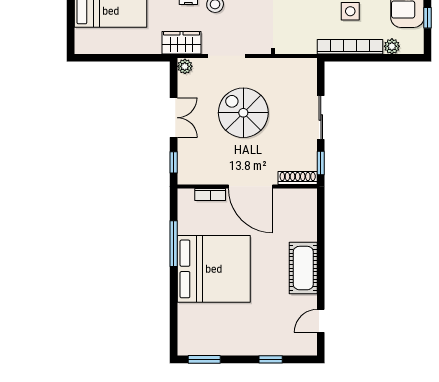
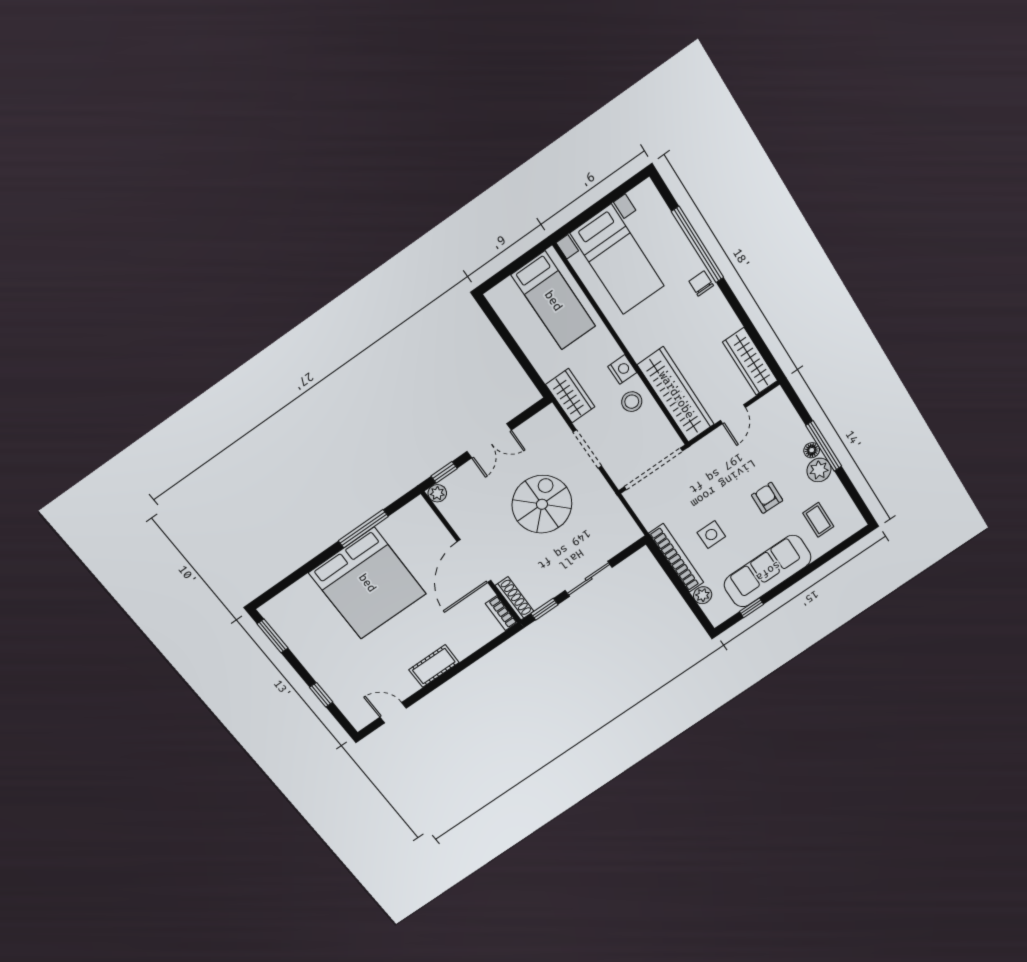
plant: (185, 66) -> (437, 493), moved
bookcase: (210, 194) -> (501, 613), moved
cot: (303, 268) -> (434, 666), width x0.73, depth x0.75

